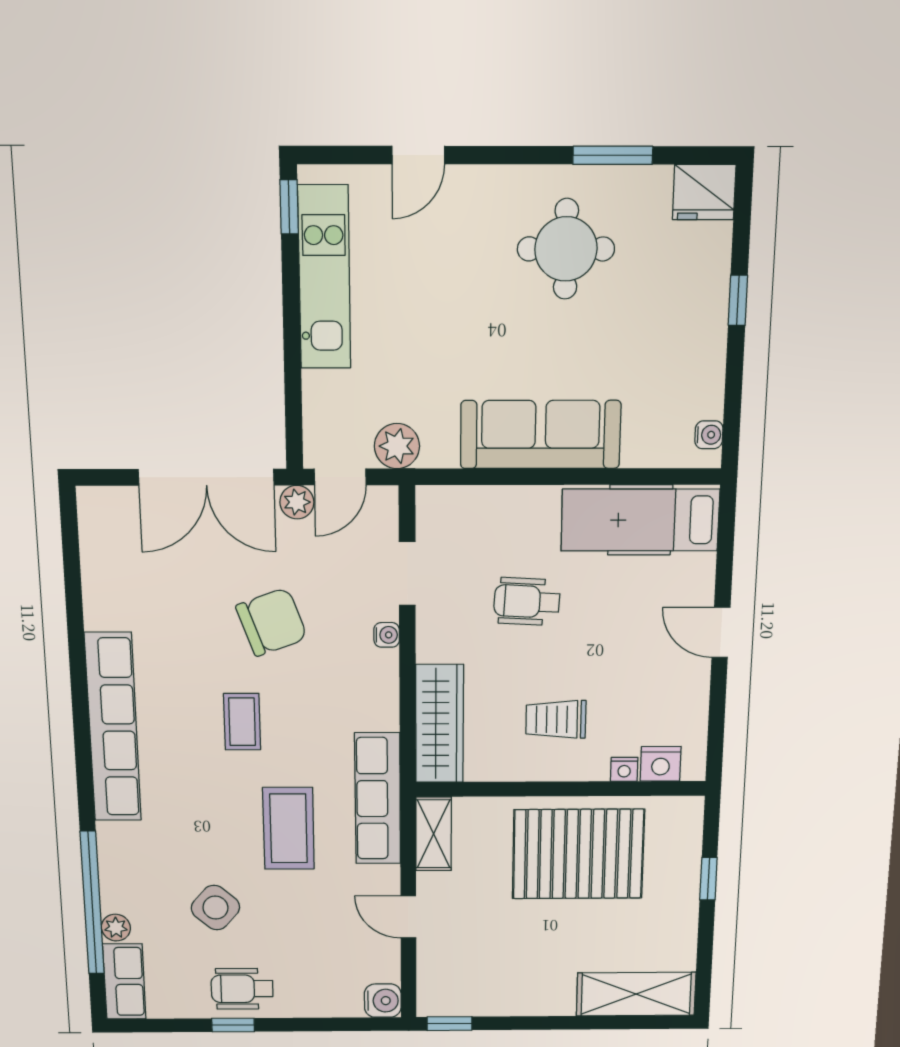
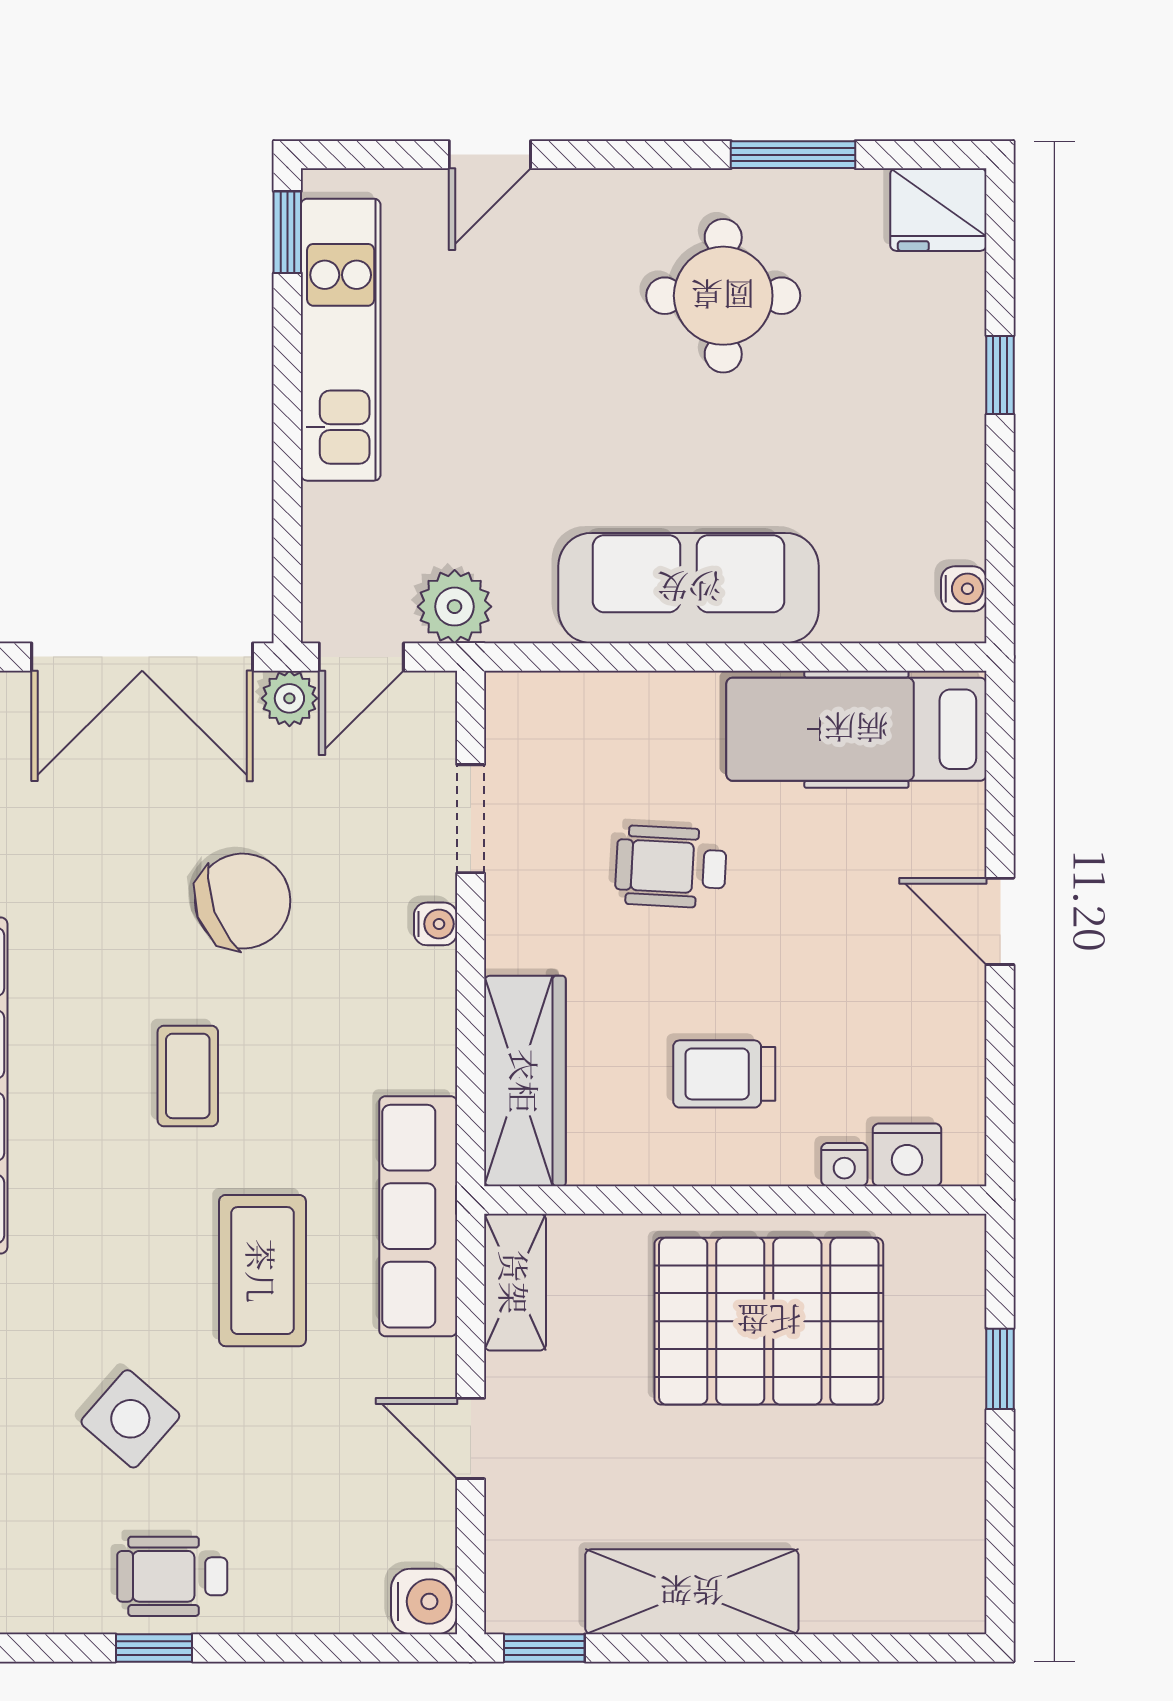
shelving: (636, 994) -> (692, 1592), moved

